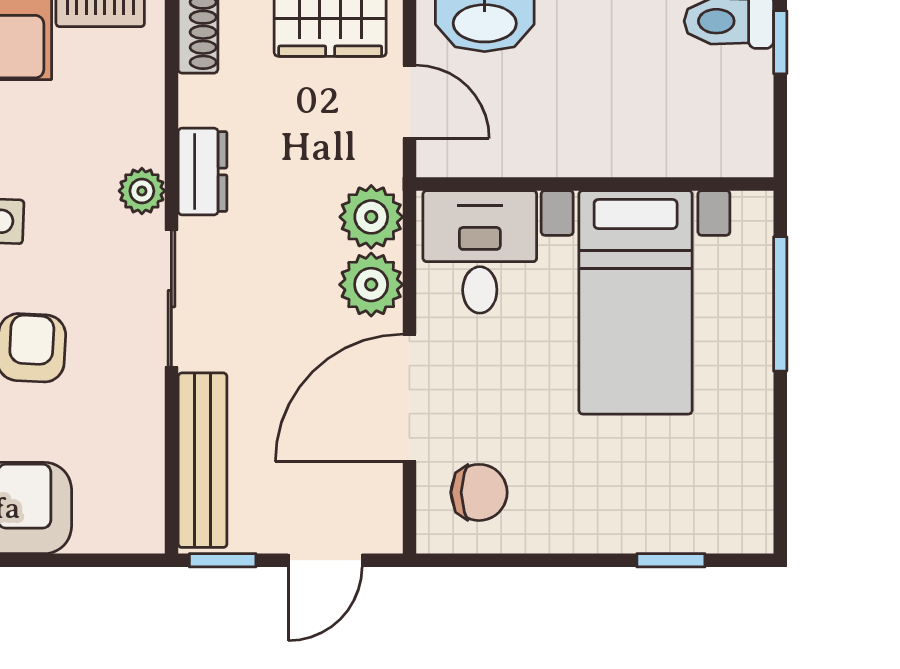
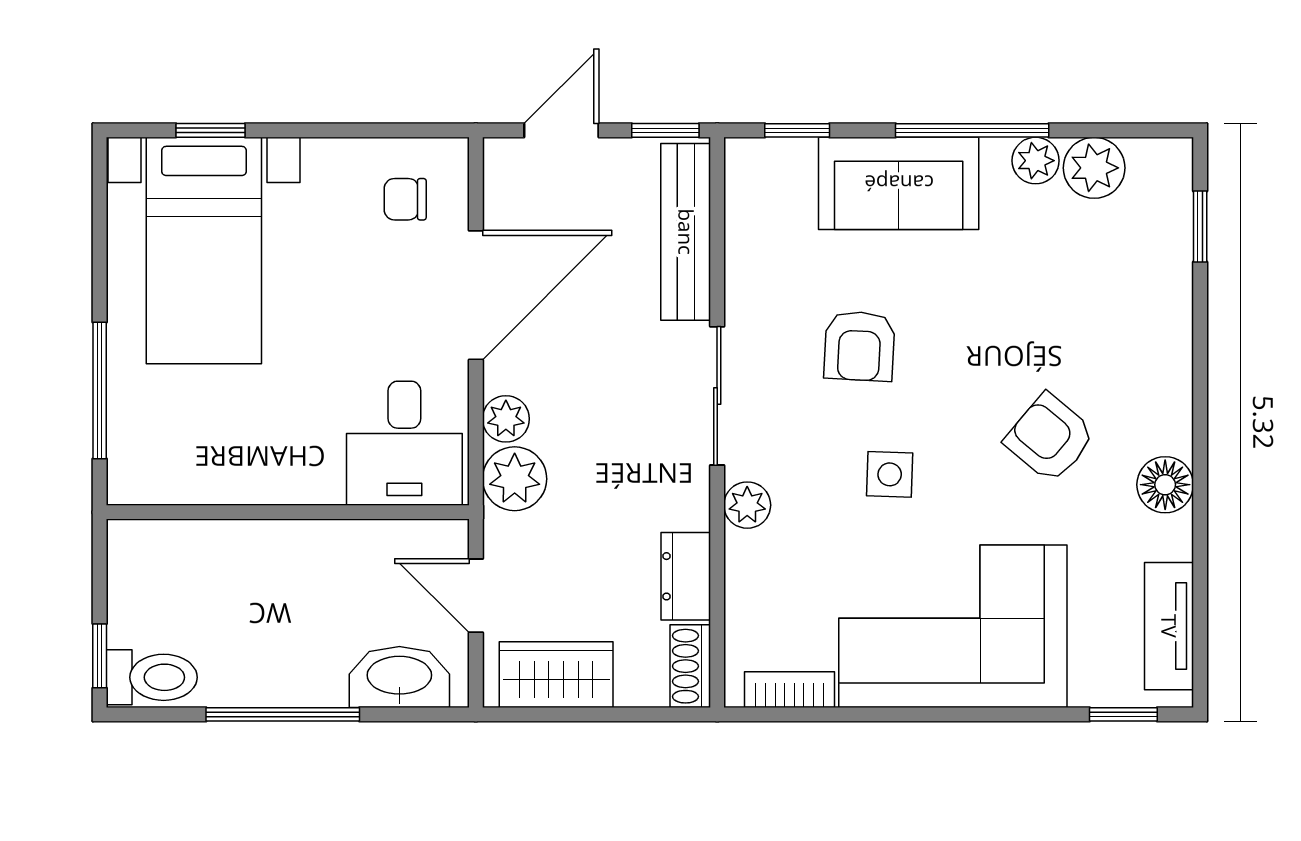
dresser: (202, 172) -> (686, 576), moved
plant: (371, 285) -> (506, 419), width x0.73, depth x0.73
bed with nightstands: (636, 302) -> (204, 251), moved, turned 180
chair: (479, 492) -> (405, 199), width x0.73, depth x0.73
window: (93, 560) -> (797, 130), added

